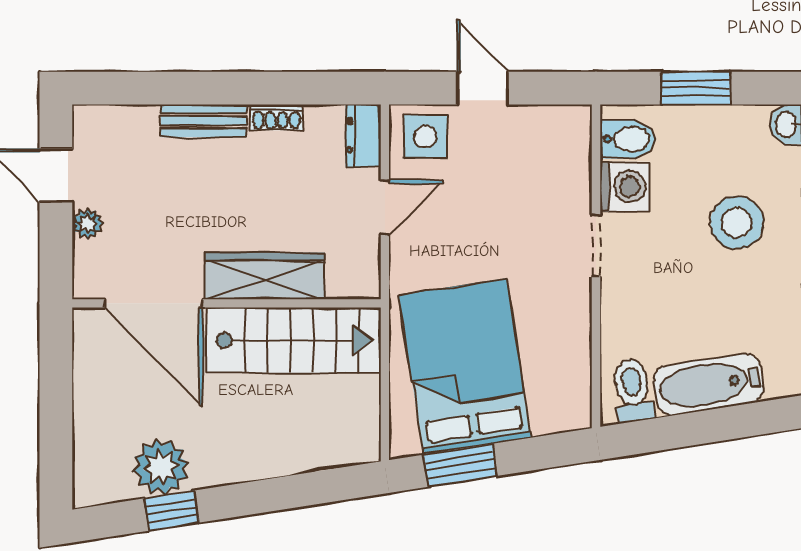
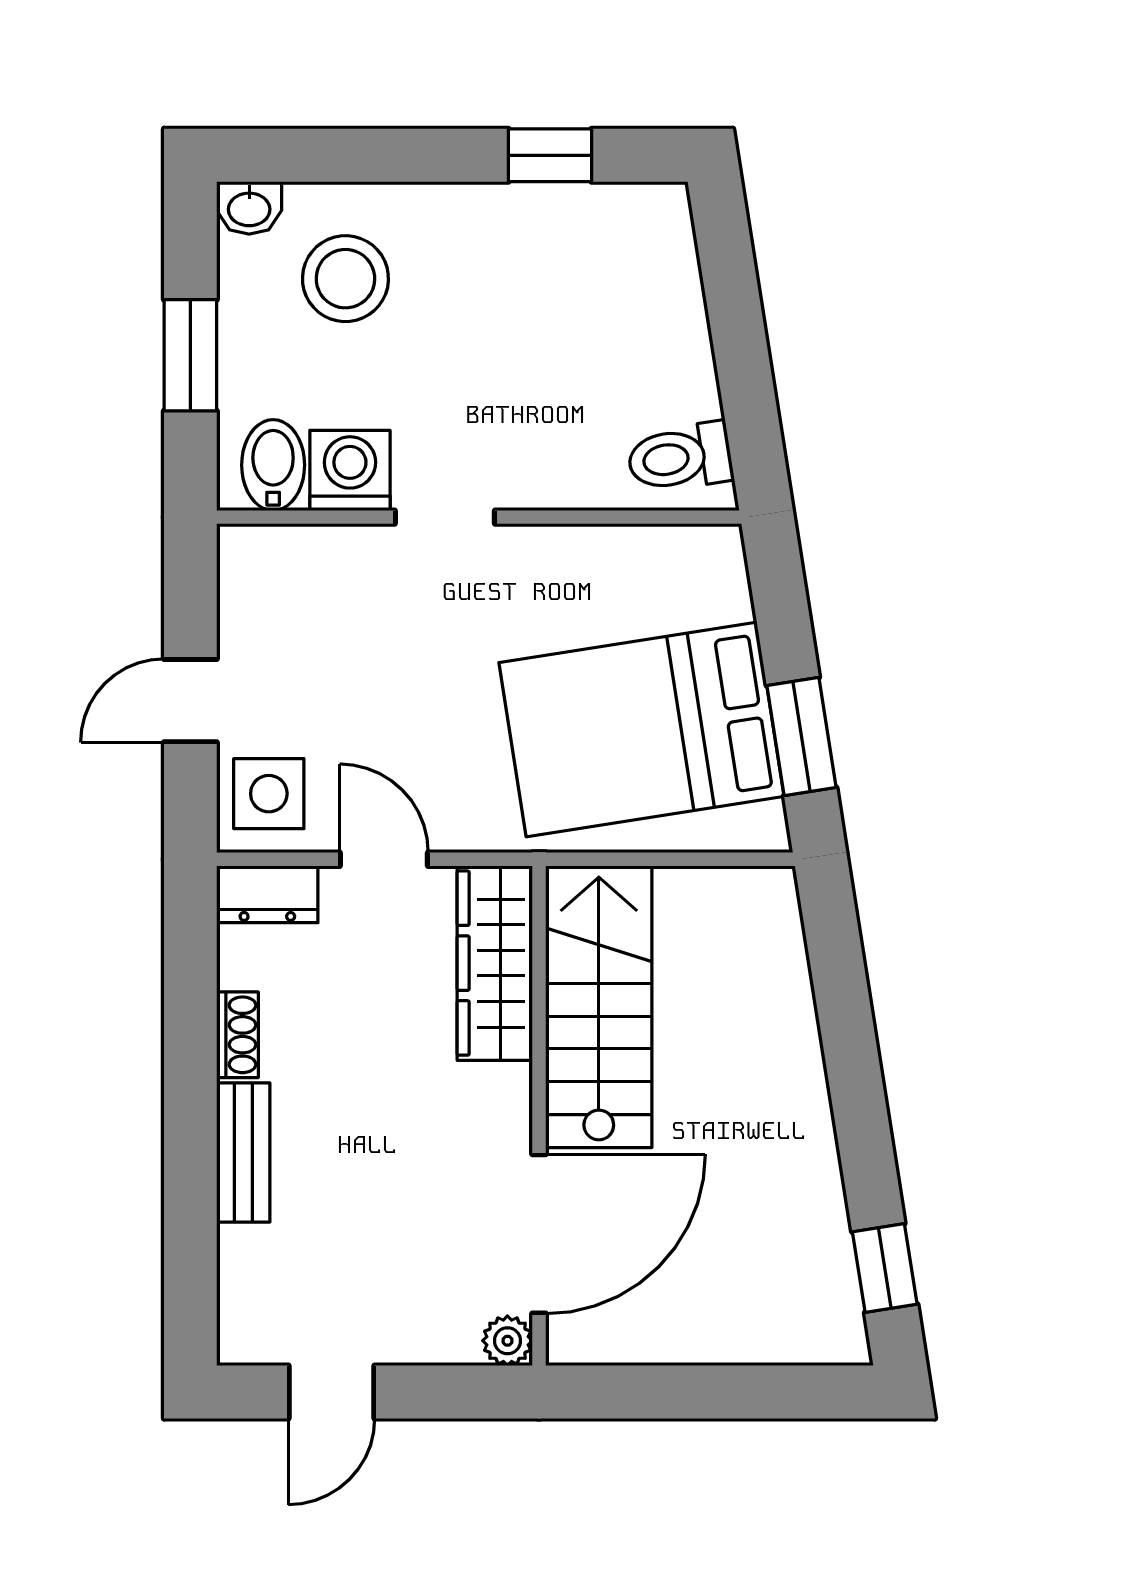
stool: (737, 223) -> (345, 279), moved
plant: (88, 224) -> (507, 1341), moved
wardrobe: (265, 276) -> (495, 963), moved
bathtub: (709, 384) -> (670, 335), removed
plant: (161, 467) -> (804, 1222), removed
window: (172, 511) -> (885, 1268), moved

